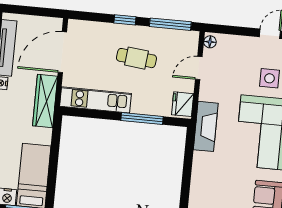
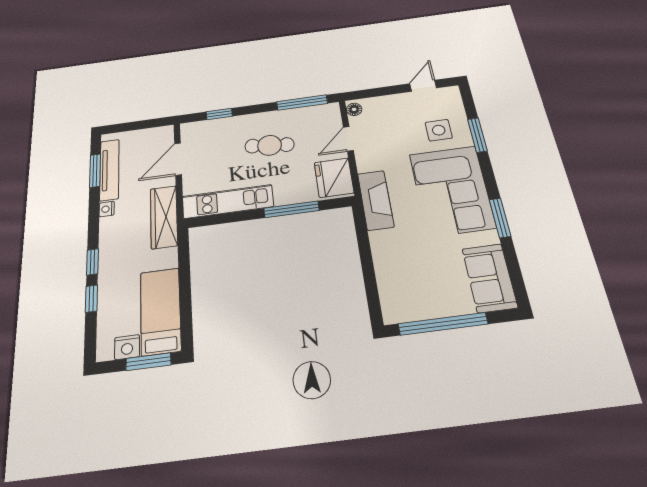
window: (125, 20) -> (219, 114), moved
door: (62, 52) -> (178, 159), width x0.73
fridge: (183, 104) -> (334, 178), width x1.36, depth x1.34

